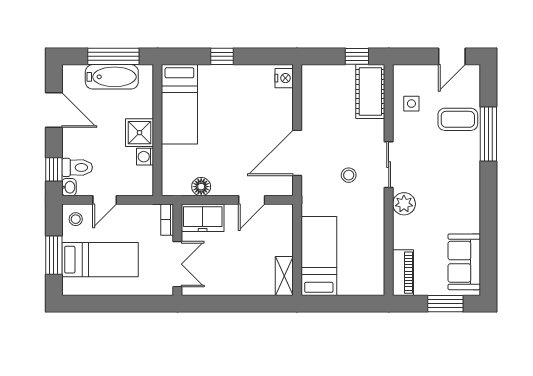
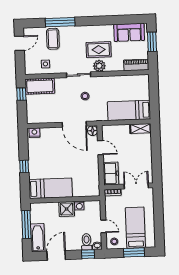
door: (452, 56) -> (19, 43), hinge flipped
bathtub: (112, 77) -> (38, 238), moved
floor lamp: (201, 187) -> (93, 131), moved
rug: (434, 204) -> (99, 50), added

